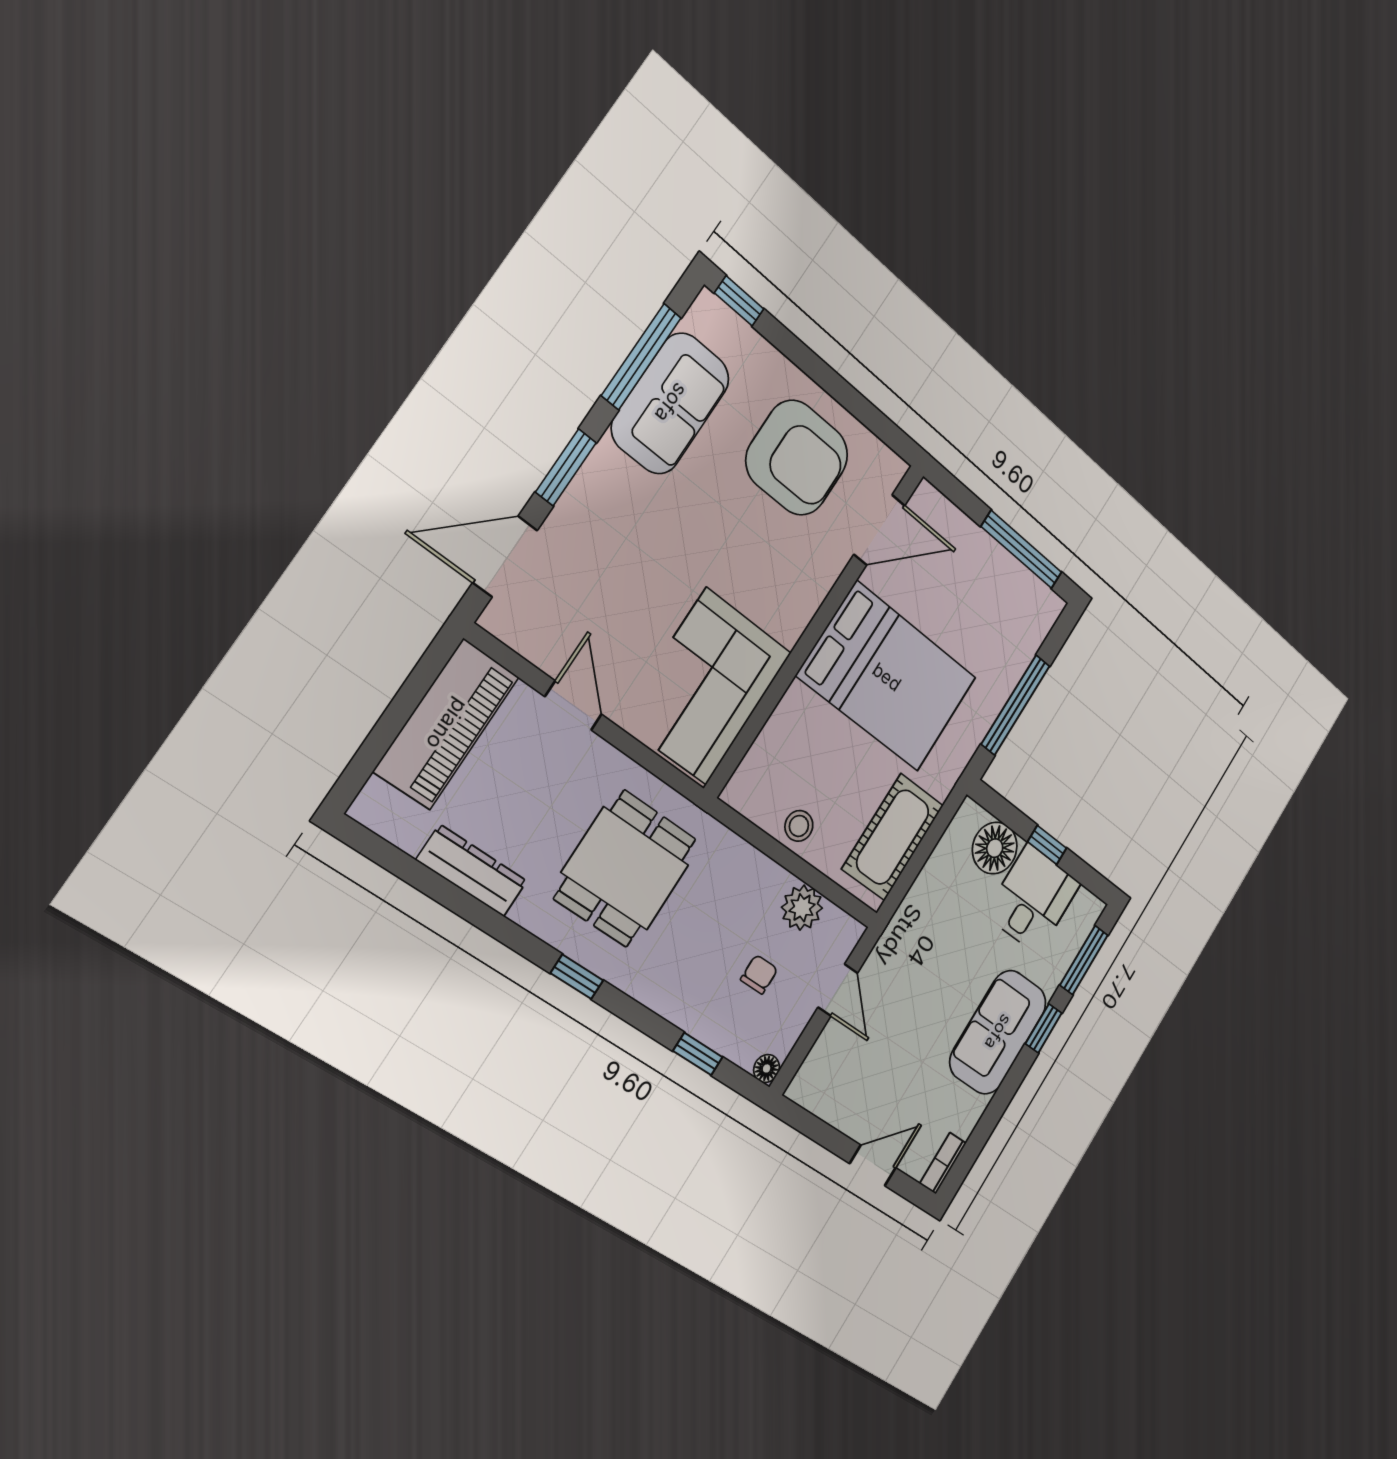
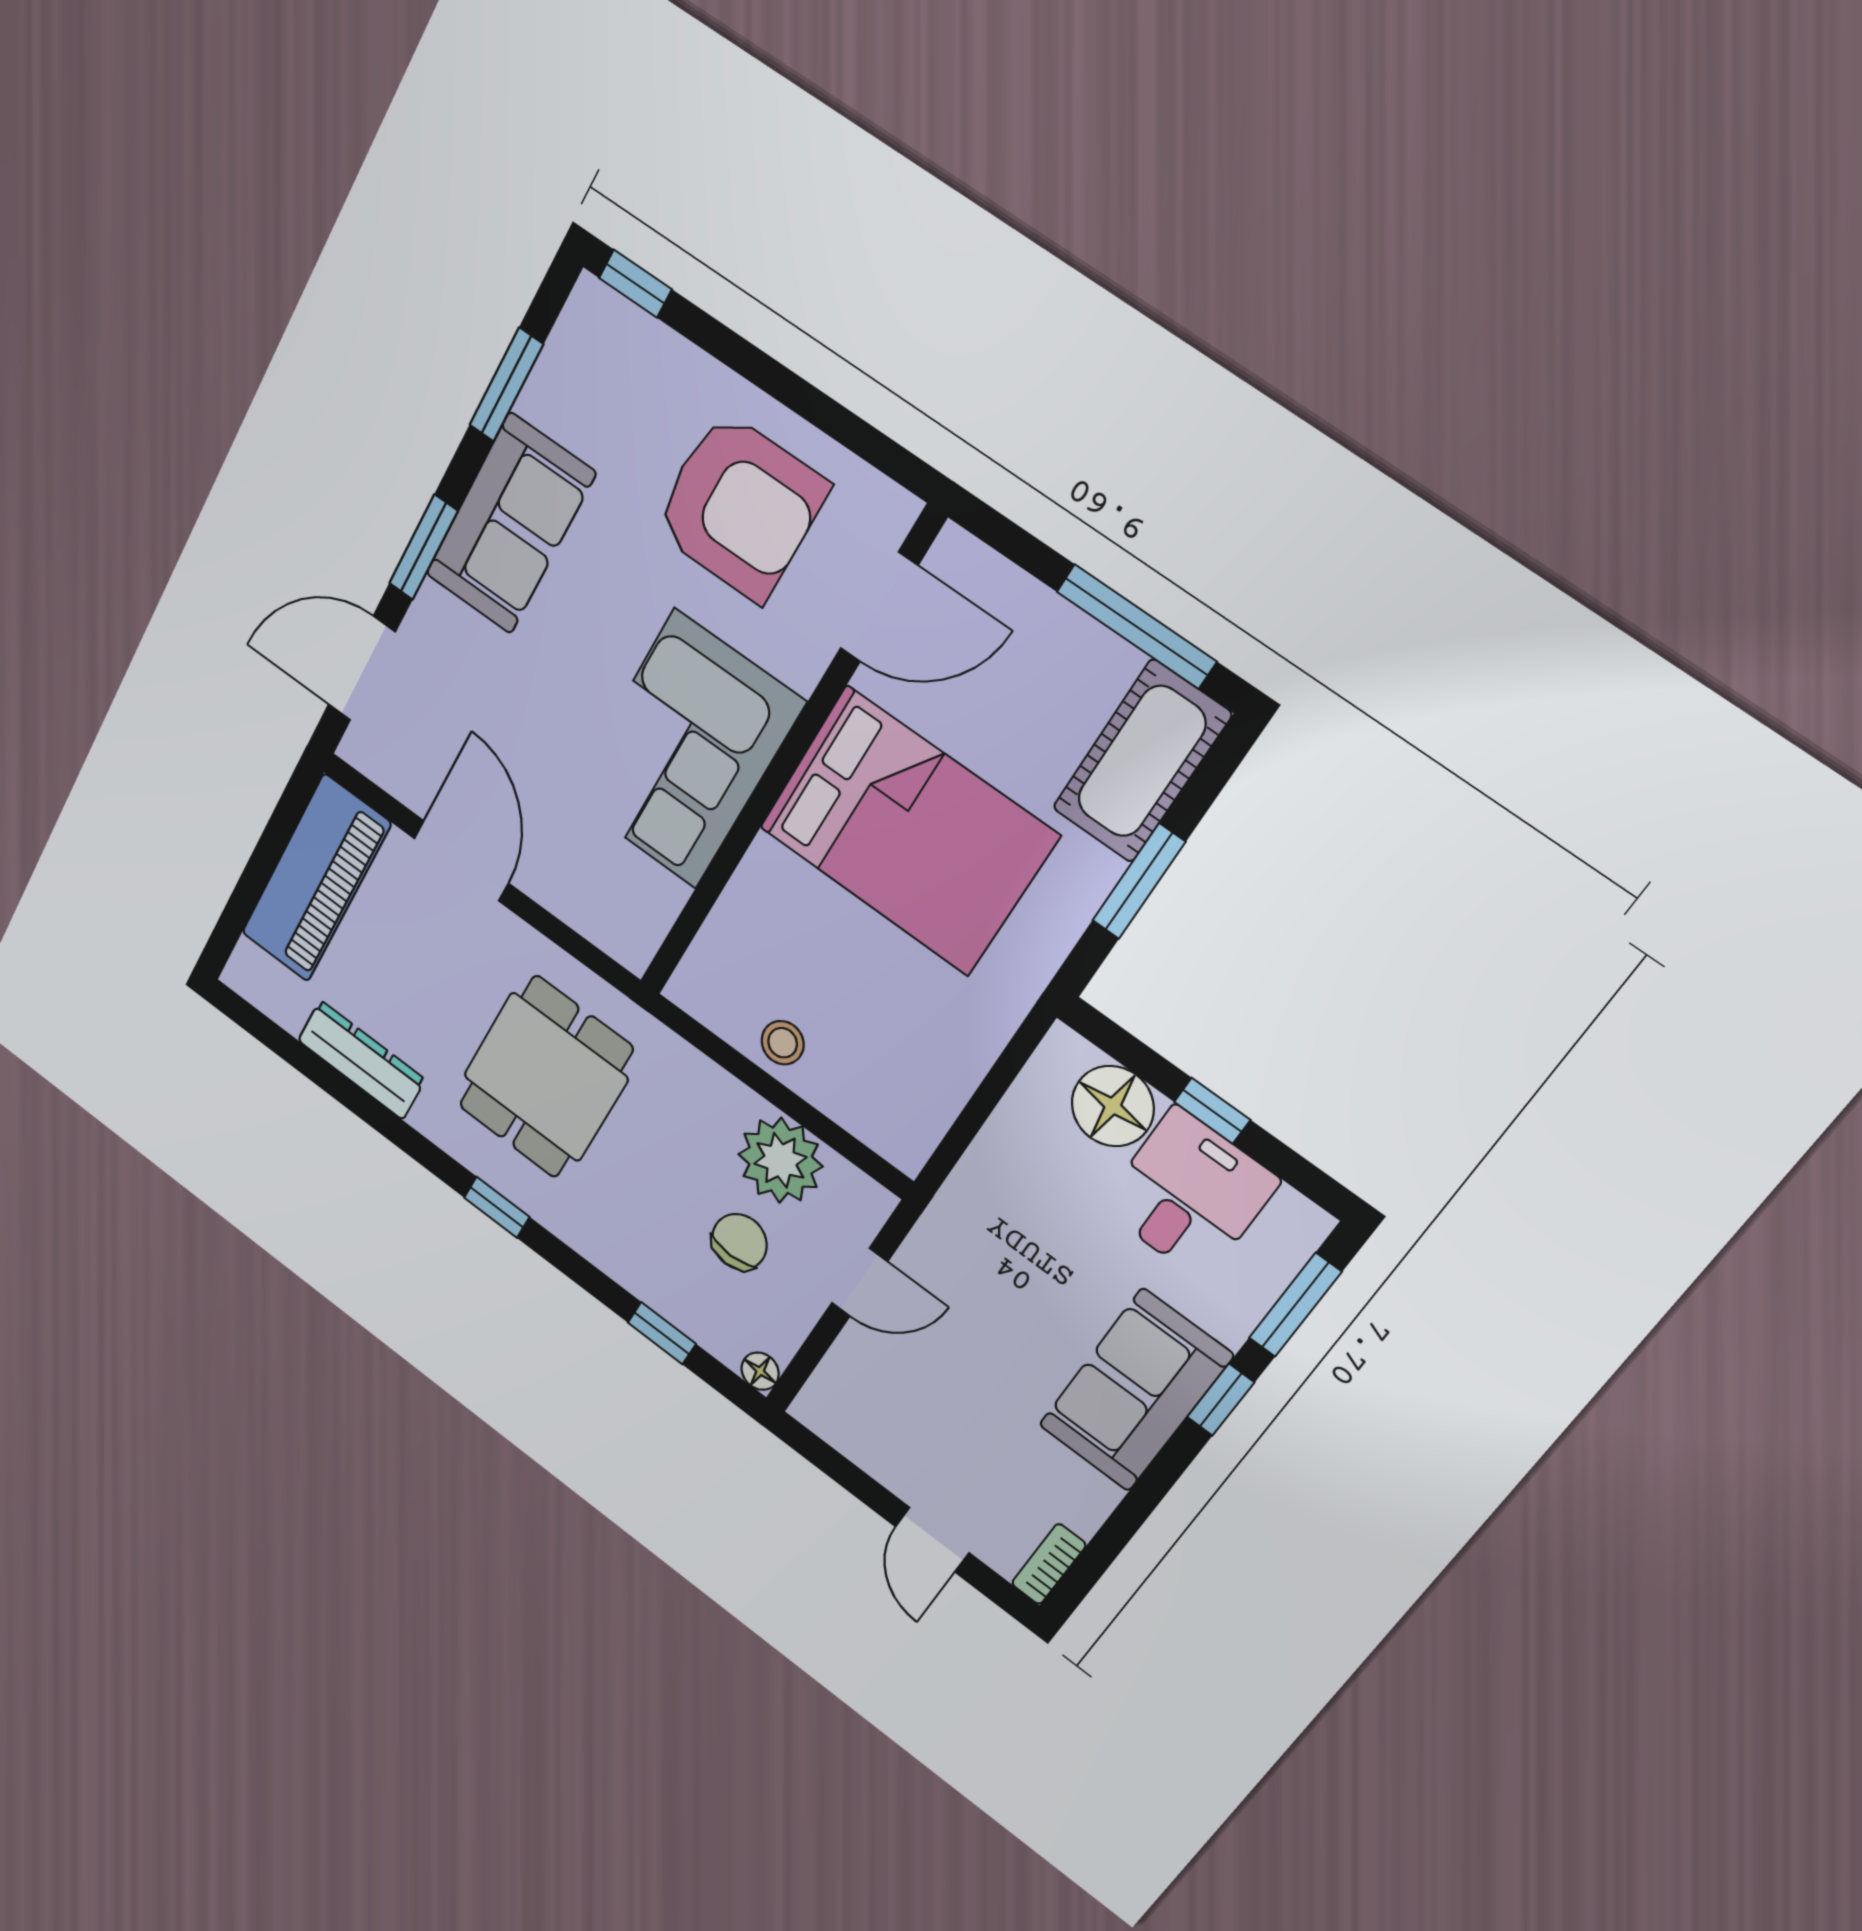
window: (641, 357) -> (506, 385), width x0.69
sofa: (671, 403) -> (510, 524), moved
corner sofa: (706, 686) -> (685, 750), moved
window: (1015, 705) -> (1139, 881), width x0.69
door: (573, 706) -> (461, 861), width x1.38
cot: (893, 837) -> (1142, 761), moved
plant: (802, 908) -> (780, 1160), width x1.36, depth x1.36
chair: (759, 974) -> (739, 1242), width x1.37, depth x1.37
door: (838, 990) -> (859, 1282), hinge flipped
door: (873, 1166) -> (932, 1540), swing flipped

